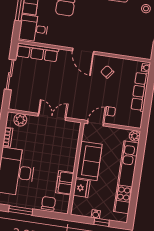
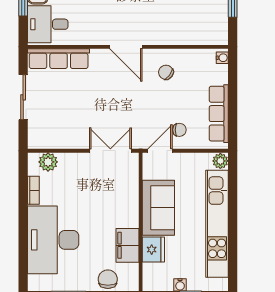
row of seats: (140, 92) -> (219, 114), moved
double door: (52, 117) -> (110, 151), moved

